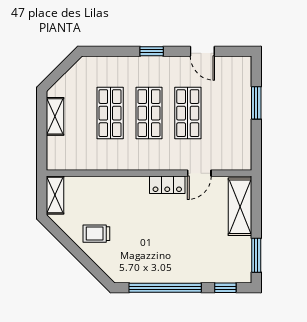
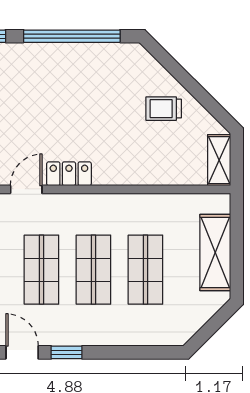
window: (152, 51) -> (67, 352), moved
shelving: (55, 116) -> (215, 252), width x1.50, depth x1.33
trolley: (96, 234) -> (164, 109), turned 180

